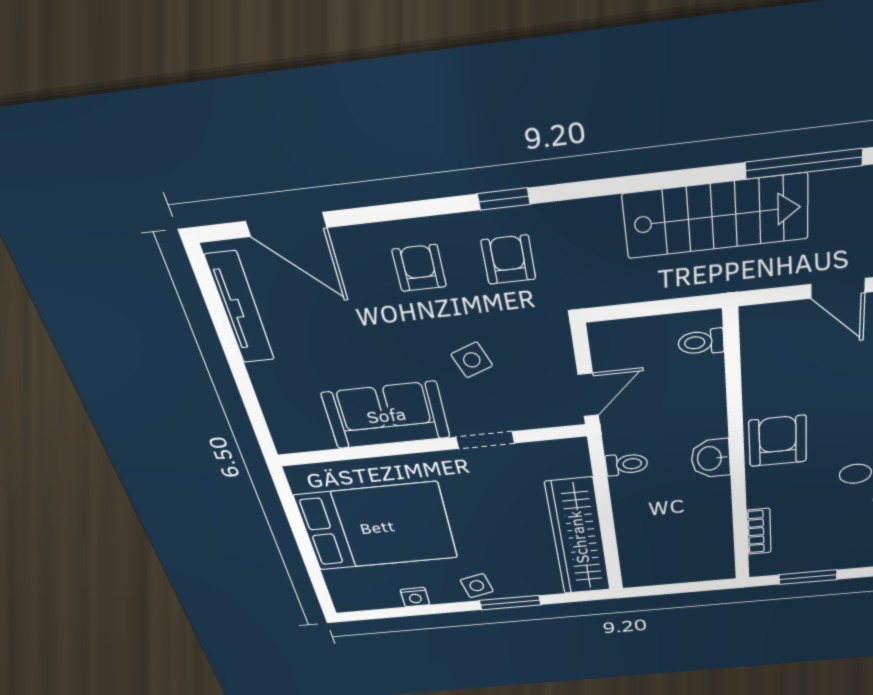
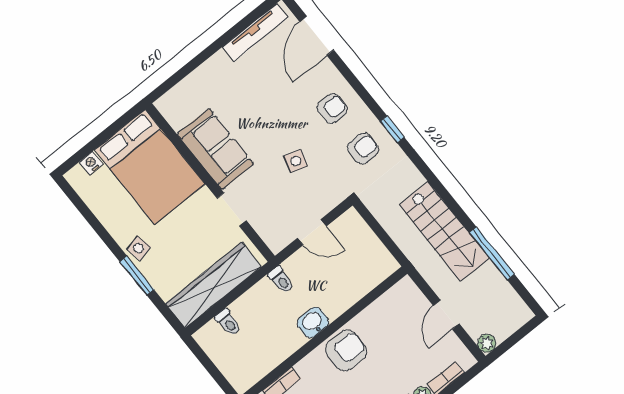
toilet: (701, 342) -> (228, 322), moved, turned 180
side table: (472, 360) -> (296, 161), turned 38
sofa: (386, 415) -> (215, 149), moved
doorway: (485, 440) -> (232, 209), moved
wall: (431, 445) -> (210, 183), moved
nightstand: (415, 597) -> (91, 163), moved, turned 90

